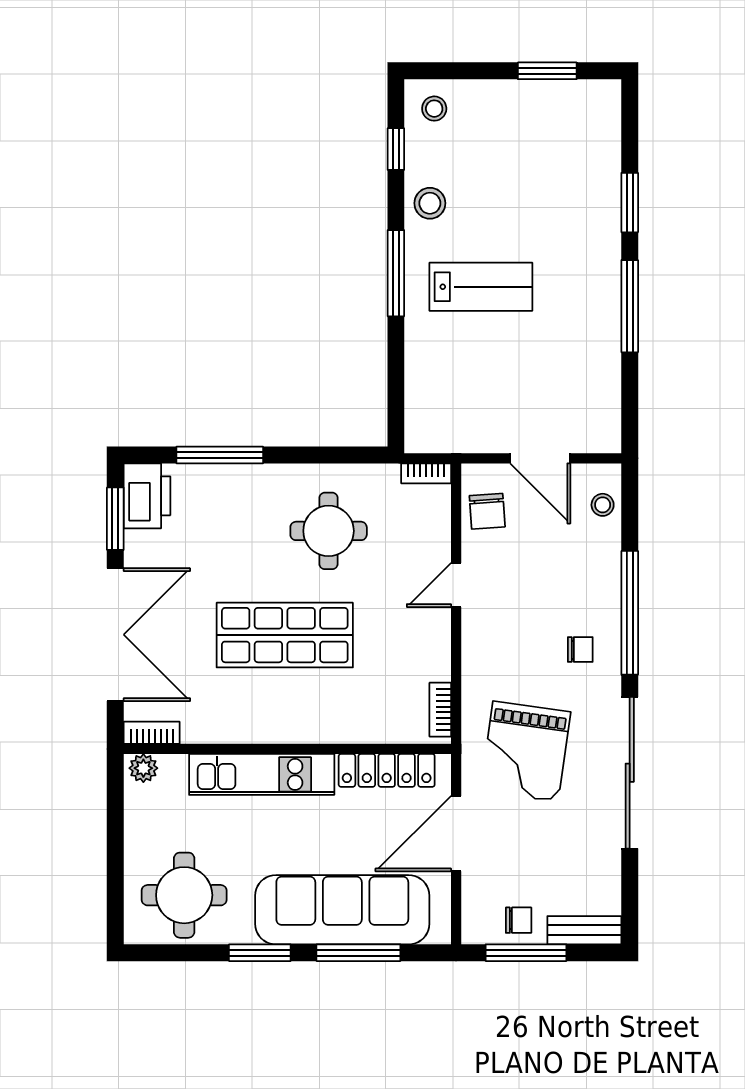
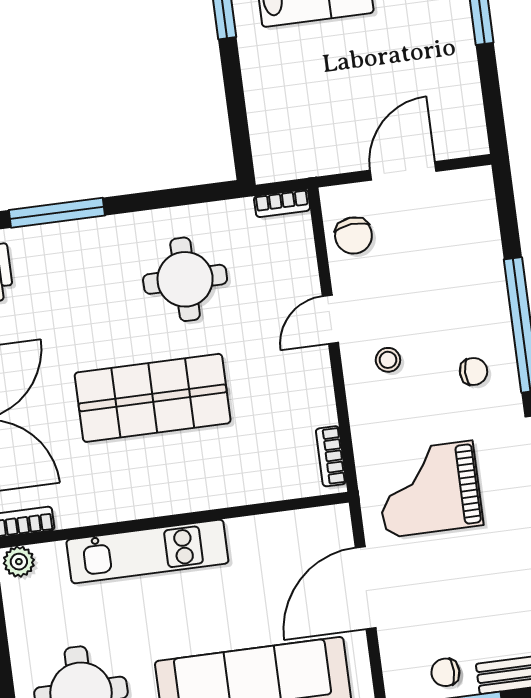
door: (540, 458) -> (403, 171), swing flipped
stool: (603, 505) -> (388, 360), moved
grand piano: (526, 751) -> (429, 489), turned 82
locker: (387, 770) -> (282, 529), removed
chair: (519, 920) -> (445, 672), turned 180

